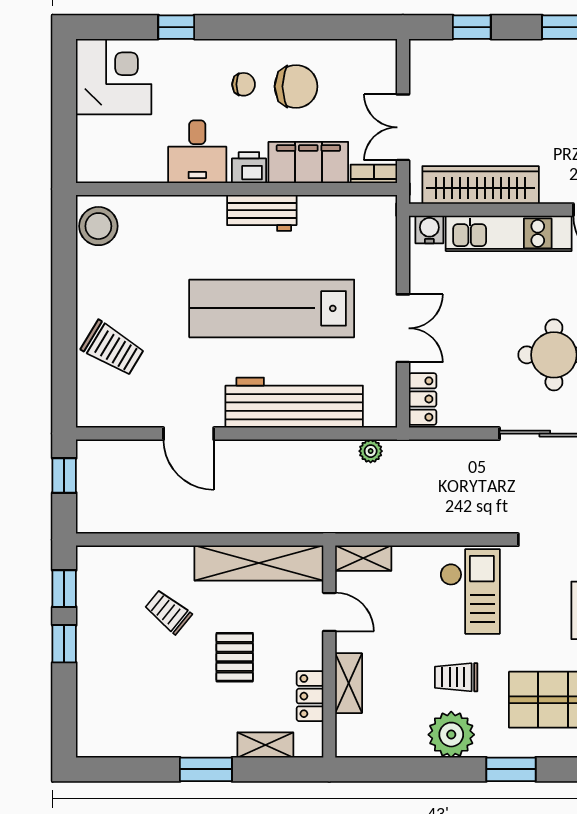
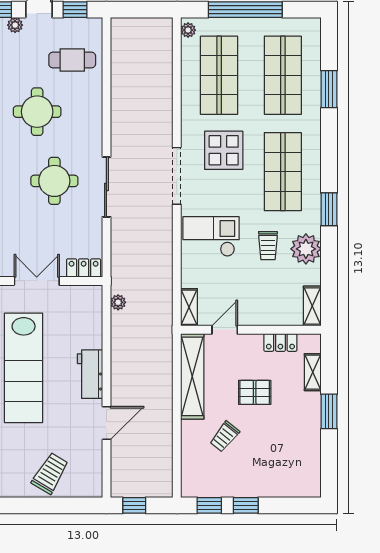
workbench: (294, 403) -> (90, 374), width x0.53, depth x0.76
shelving: (349, 683) -> (312, 306), moved, turned 90

